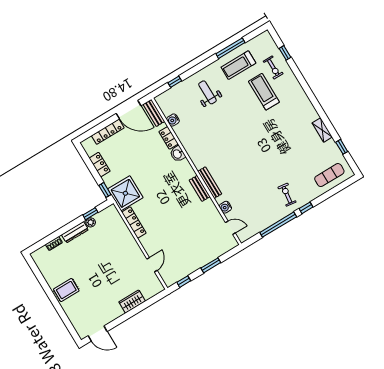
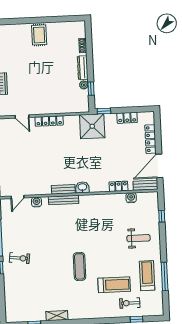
washbasin: (178, 154) -> (82, 187), moved
exercise mat: (329, 175) -> (80, 266), moved
locker: (134, 223) -> (49, 121), moved

